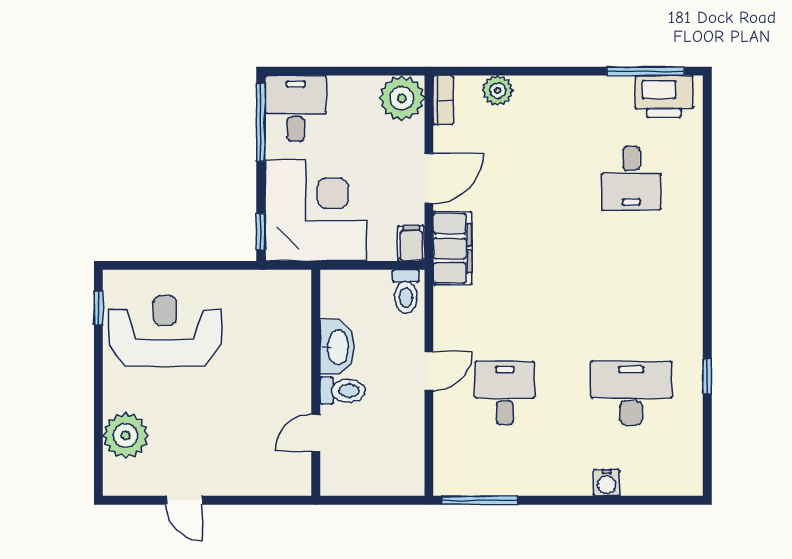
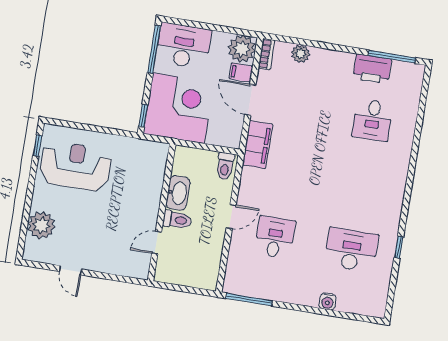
printer: (664, 96) -> (372, 69), moved
desk: (296, 109) -> (183, 46), width x1.37
door: (429, 178) -> (250, 100), swing flipped
filing cabinet: (411, 243) -> (241, 72), moved, turned -90

